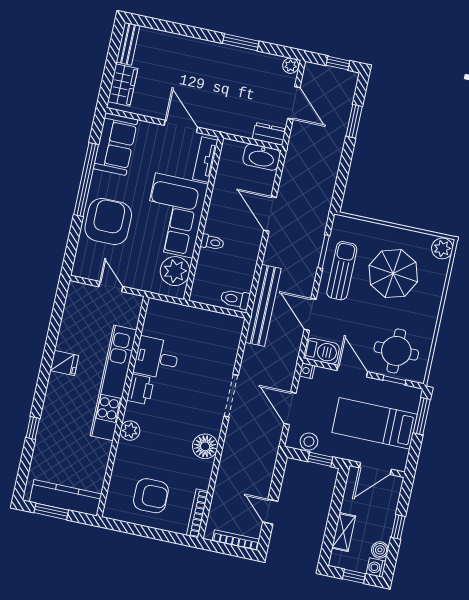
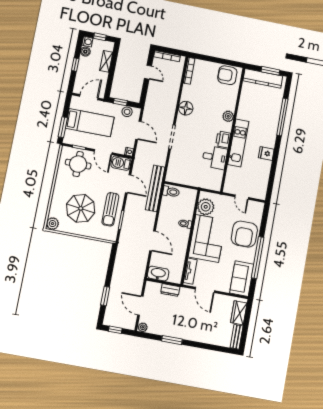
dresser: (269, 134) -> (170, 290), moved
kitchen unit: (114, 383) -> (238, 143), width x0.73
window: (33, 428) -> (282, 117), width x3.17
armchair: (151, 496) -> (227, 75), moved

